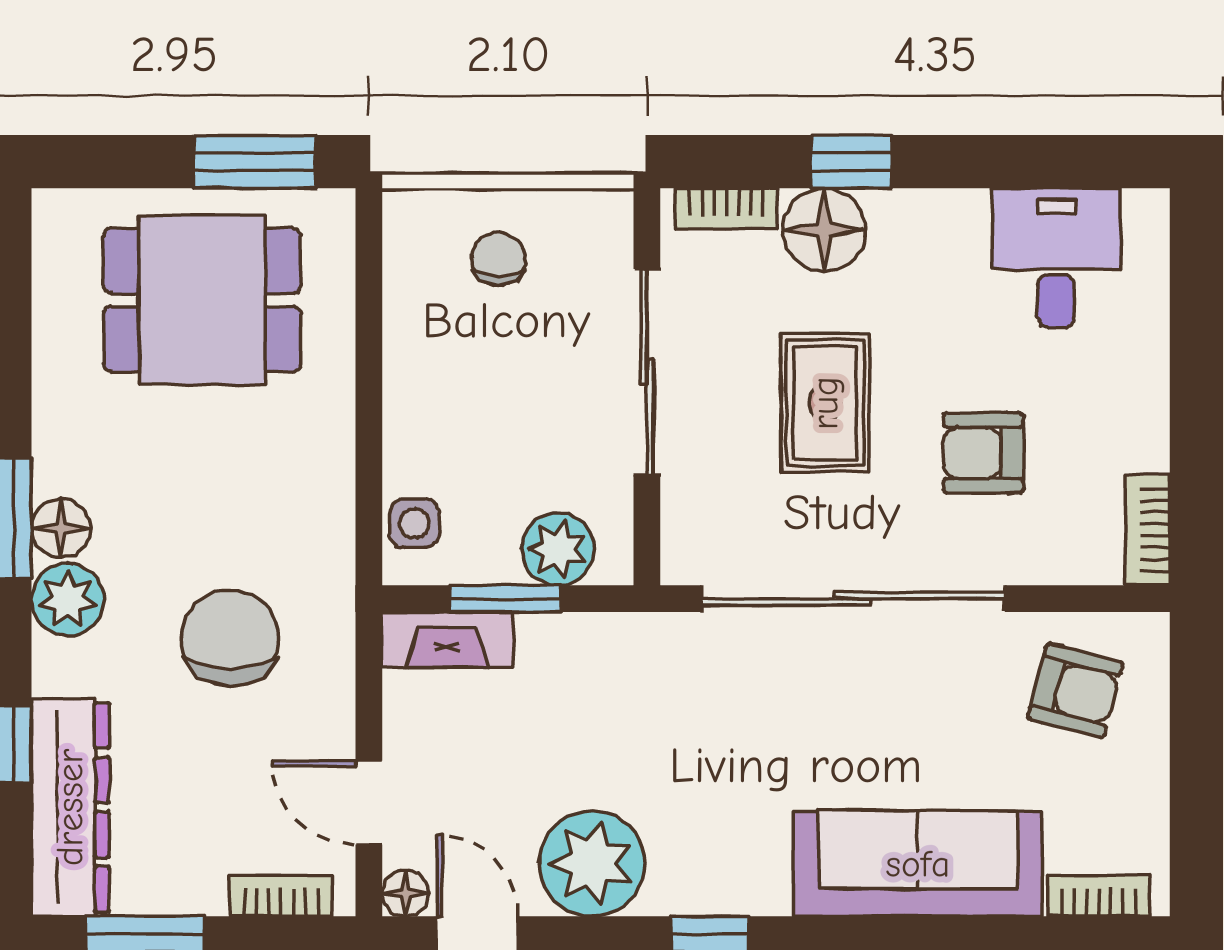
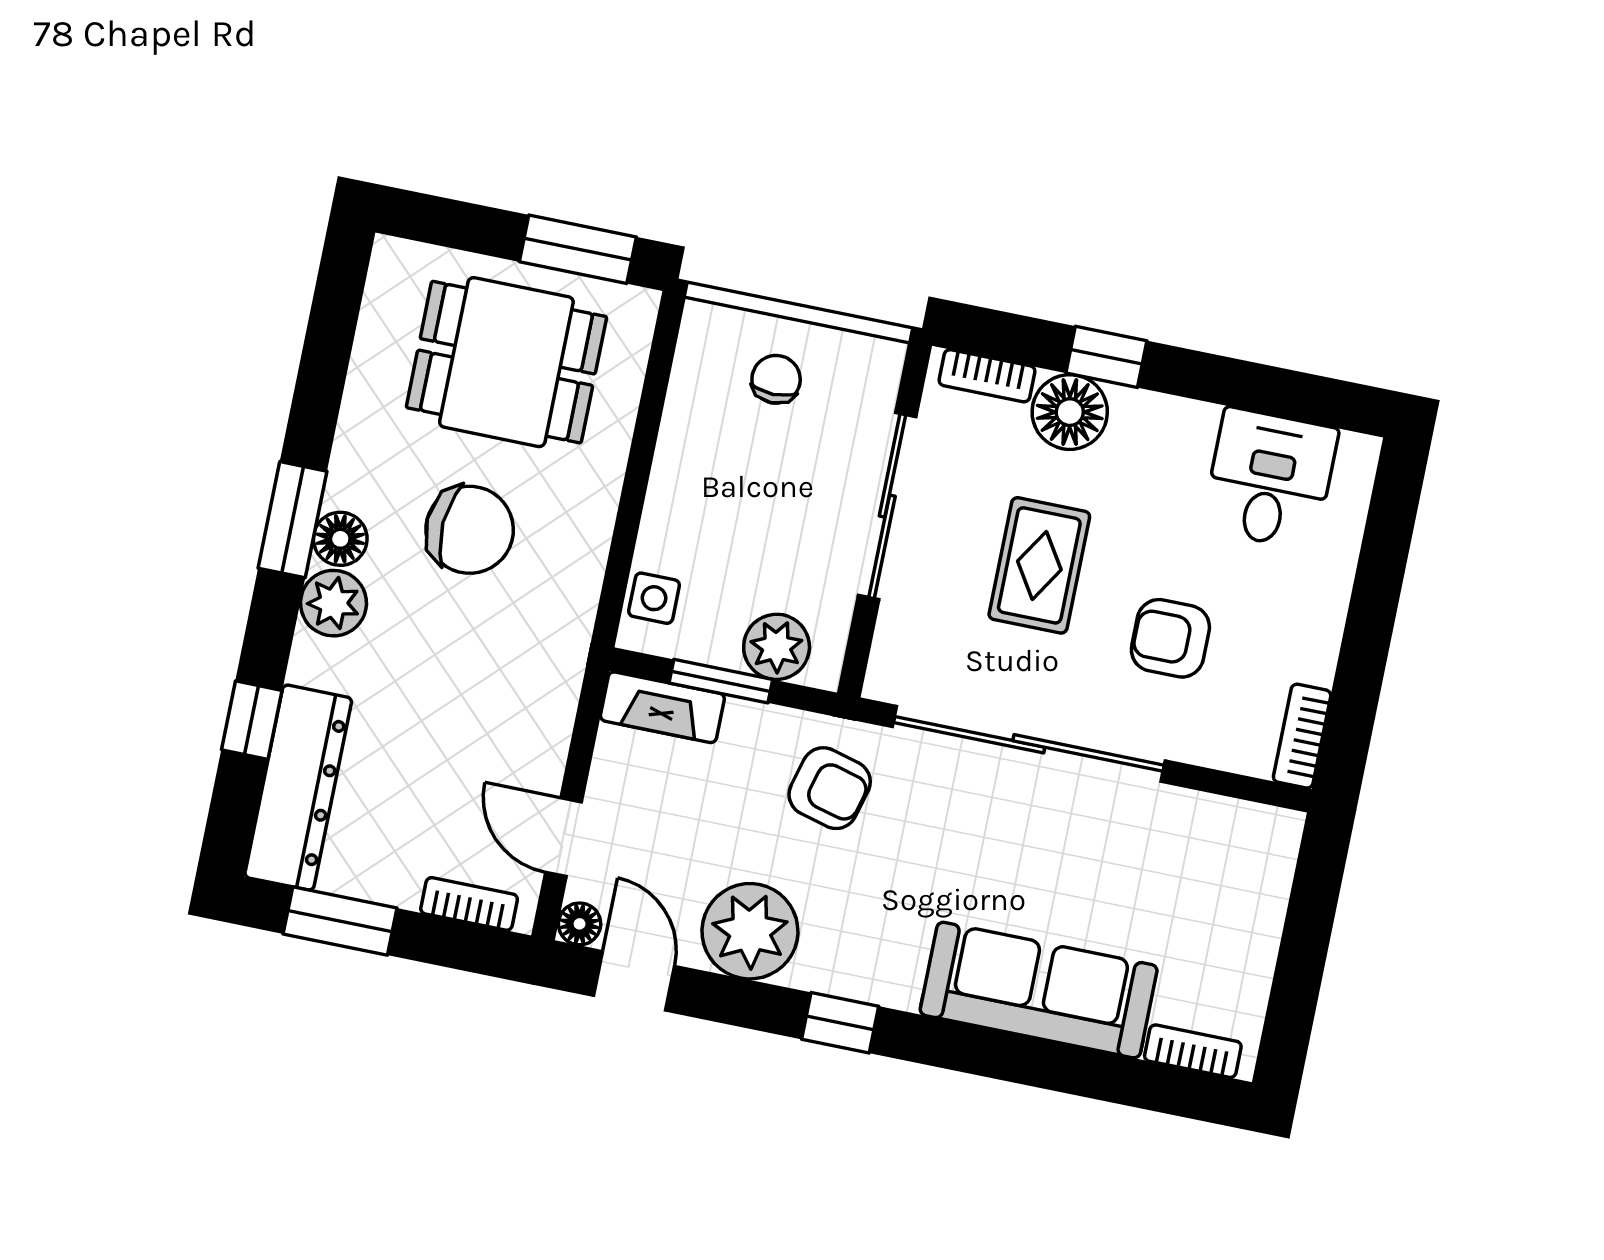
chair: (230, 638) -> (470, 530), moved, turned 93
armchair: (1075, 691) -> (830, 788), moved

